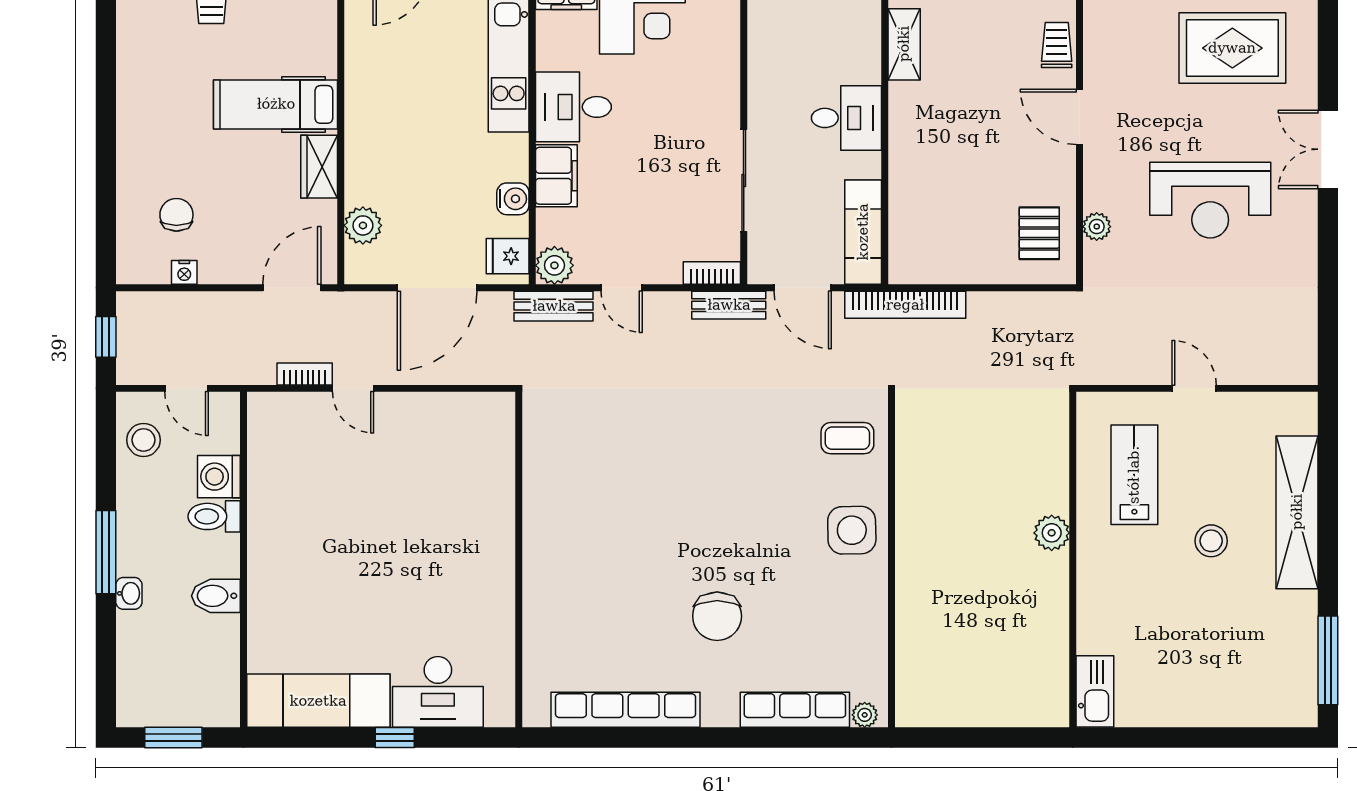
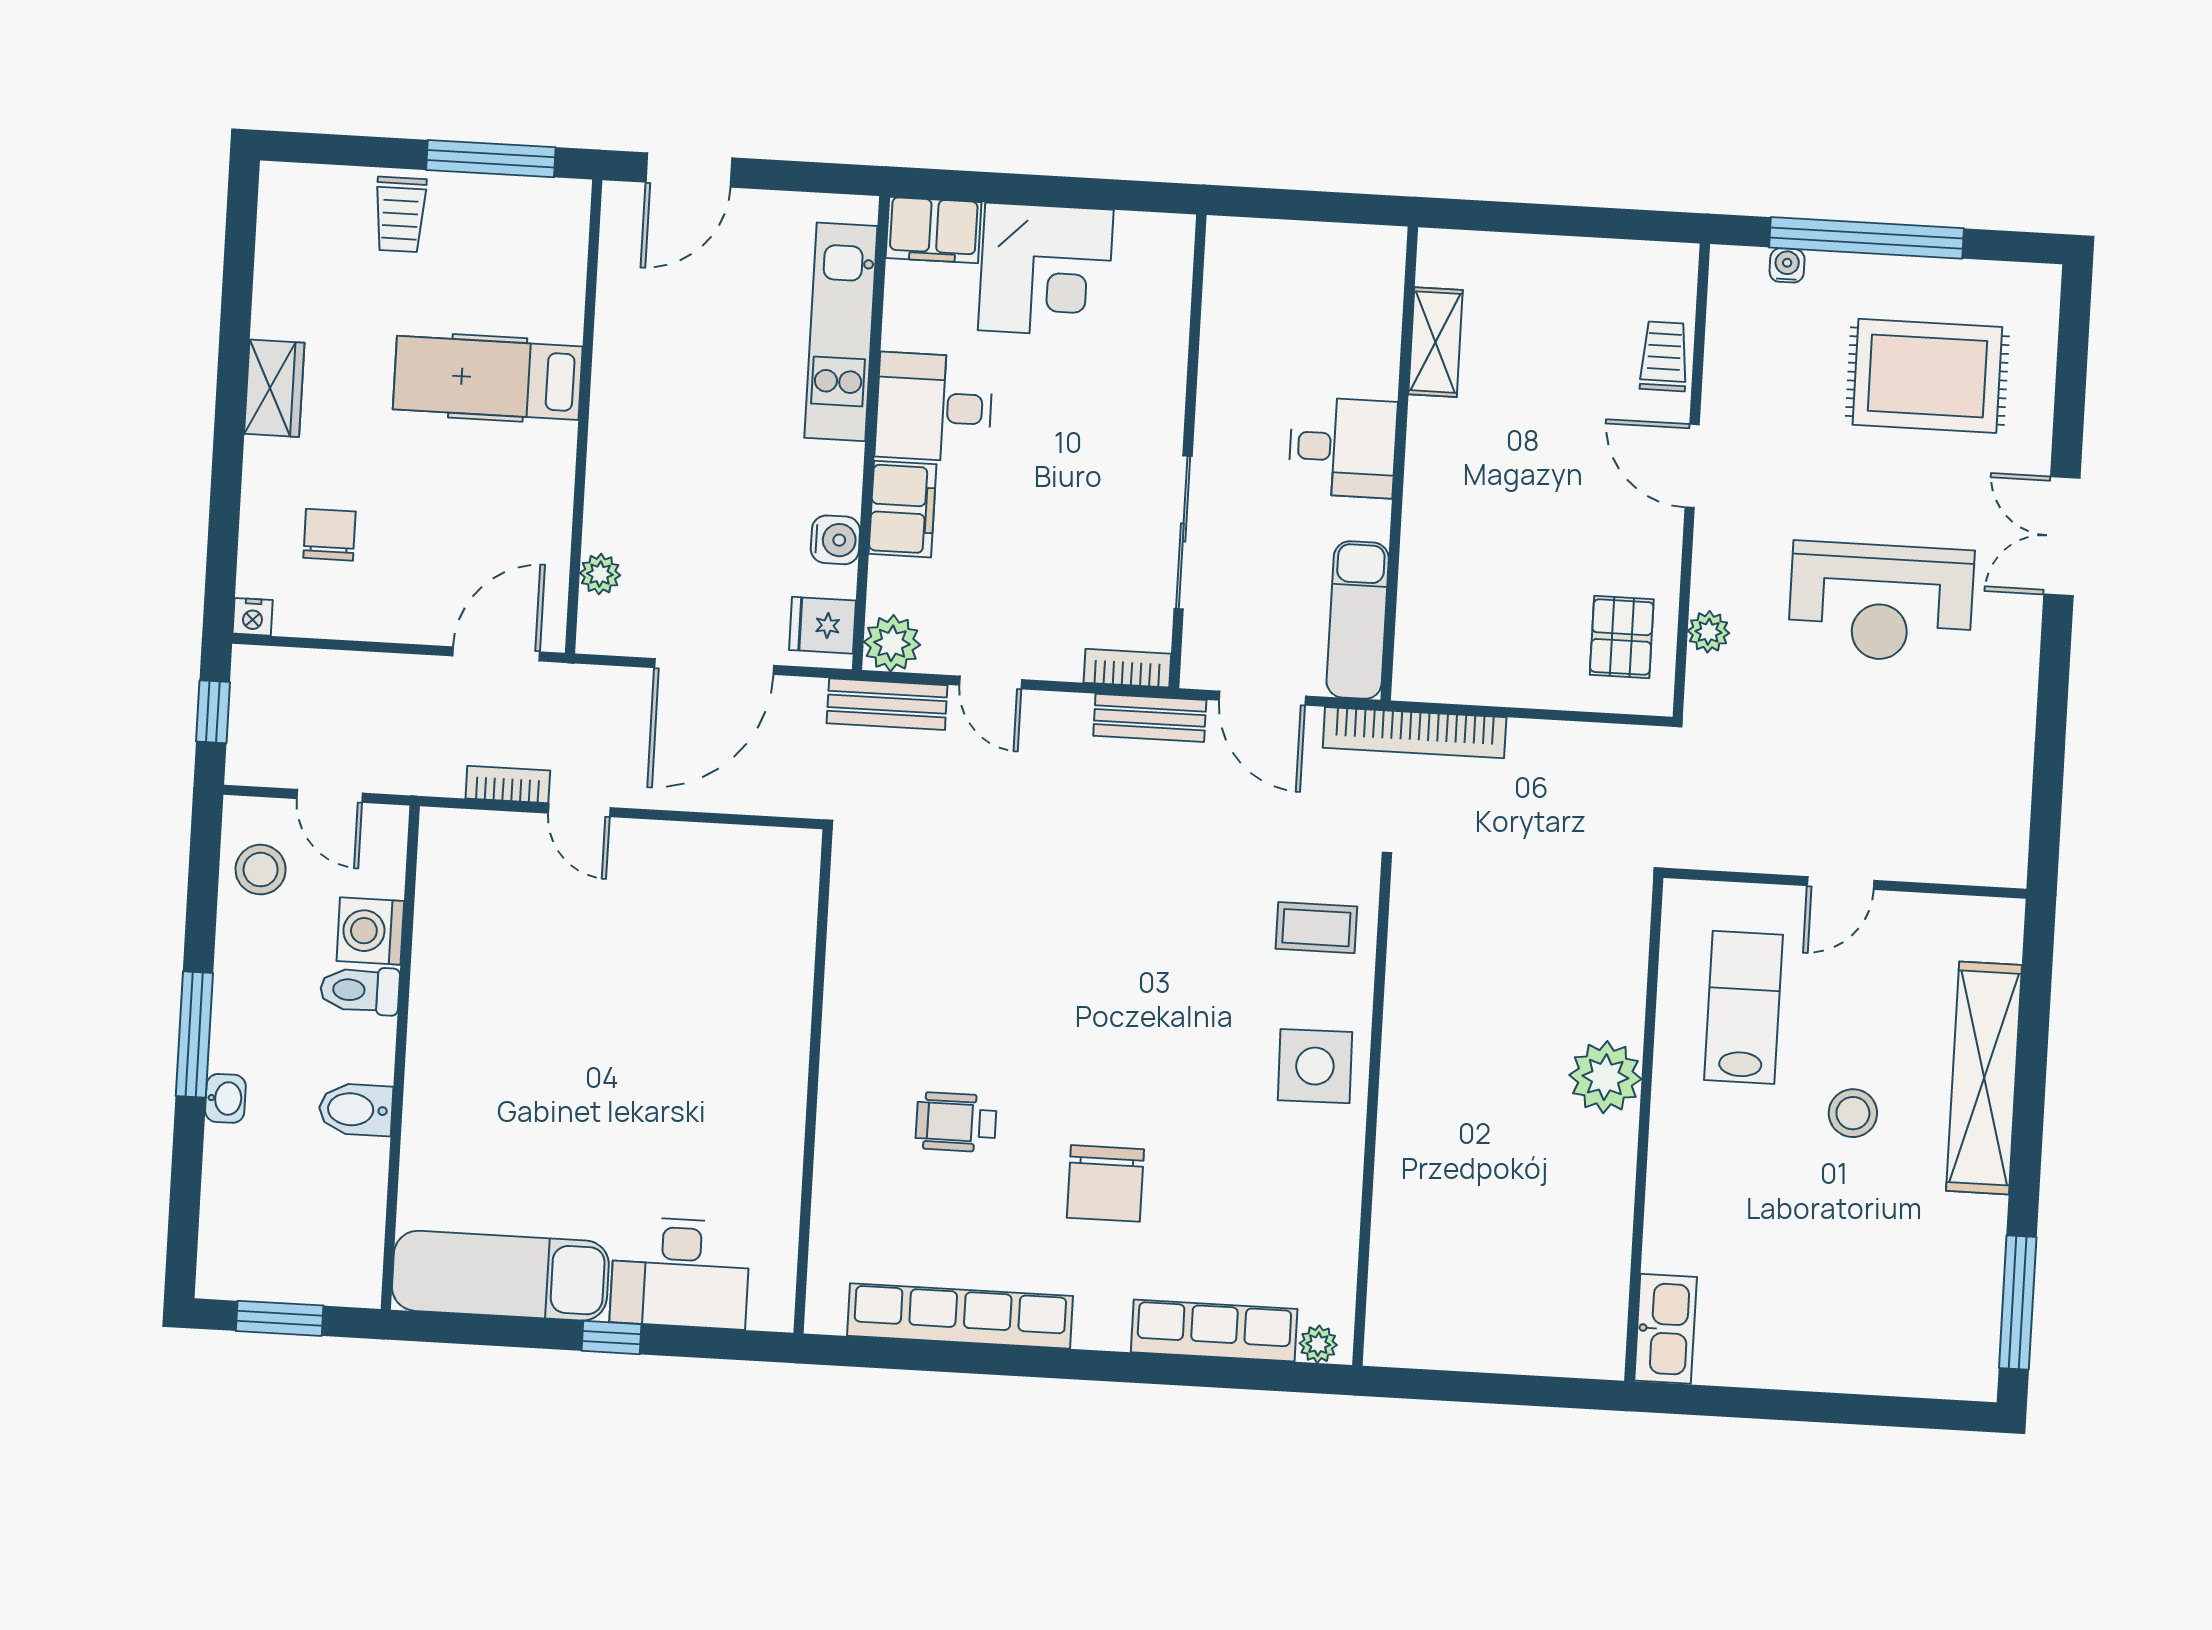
wardrobe: (319, 167) -> (274, 388), moved, turned 180
plant: (363, 225) -> (600, 574), width x0.73, depth x0.73
nightstand: (184, 272) -> (253, 617), moved
door: (1194, 388) -> (1841, 883), swing flipped
plant: (1052, 533) -> (1605, 1077), width x1.36, depth x1.36
wheelchair: (615, 581) -> (956, 1122), added

